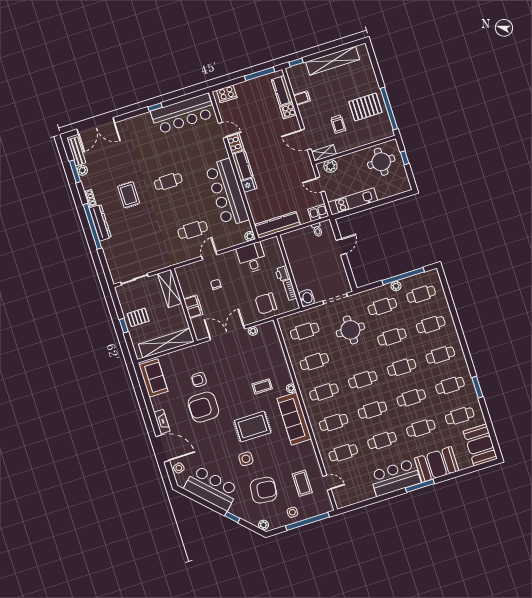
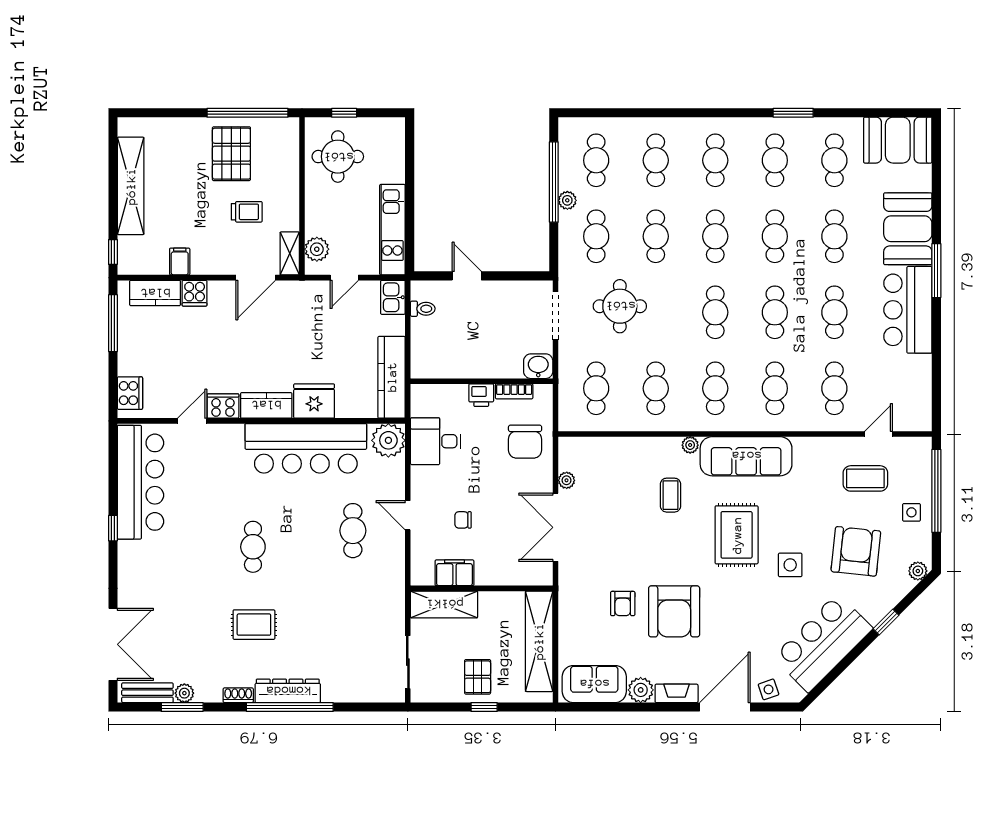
fridge: (249, 185) -> (314, 401), width x1.88, depth x1.34
plant: (250, 236) -> (388, 440), width x1.87, depth x1.87
filing cabinet: (193, 307) -> (454, 573), moved
plant: (158, 403) -> (641, 690), added

